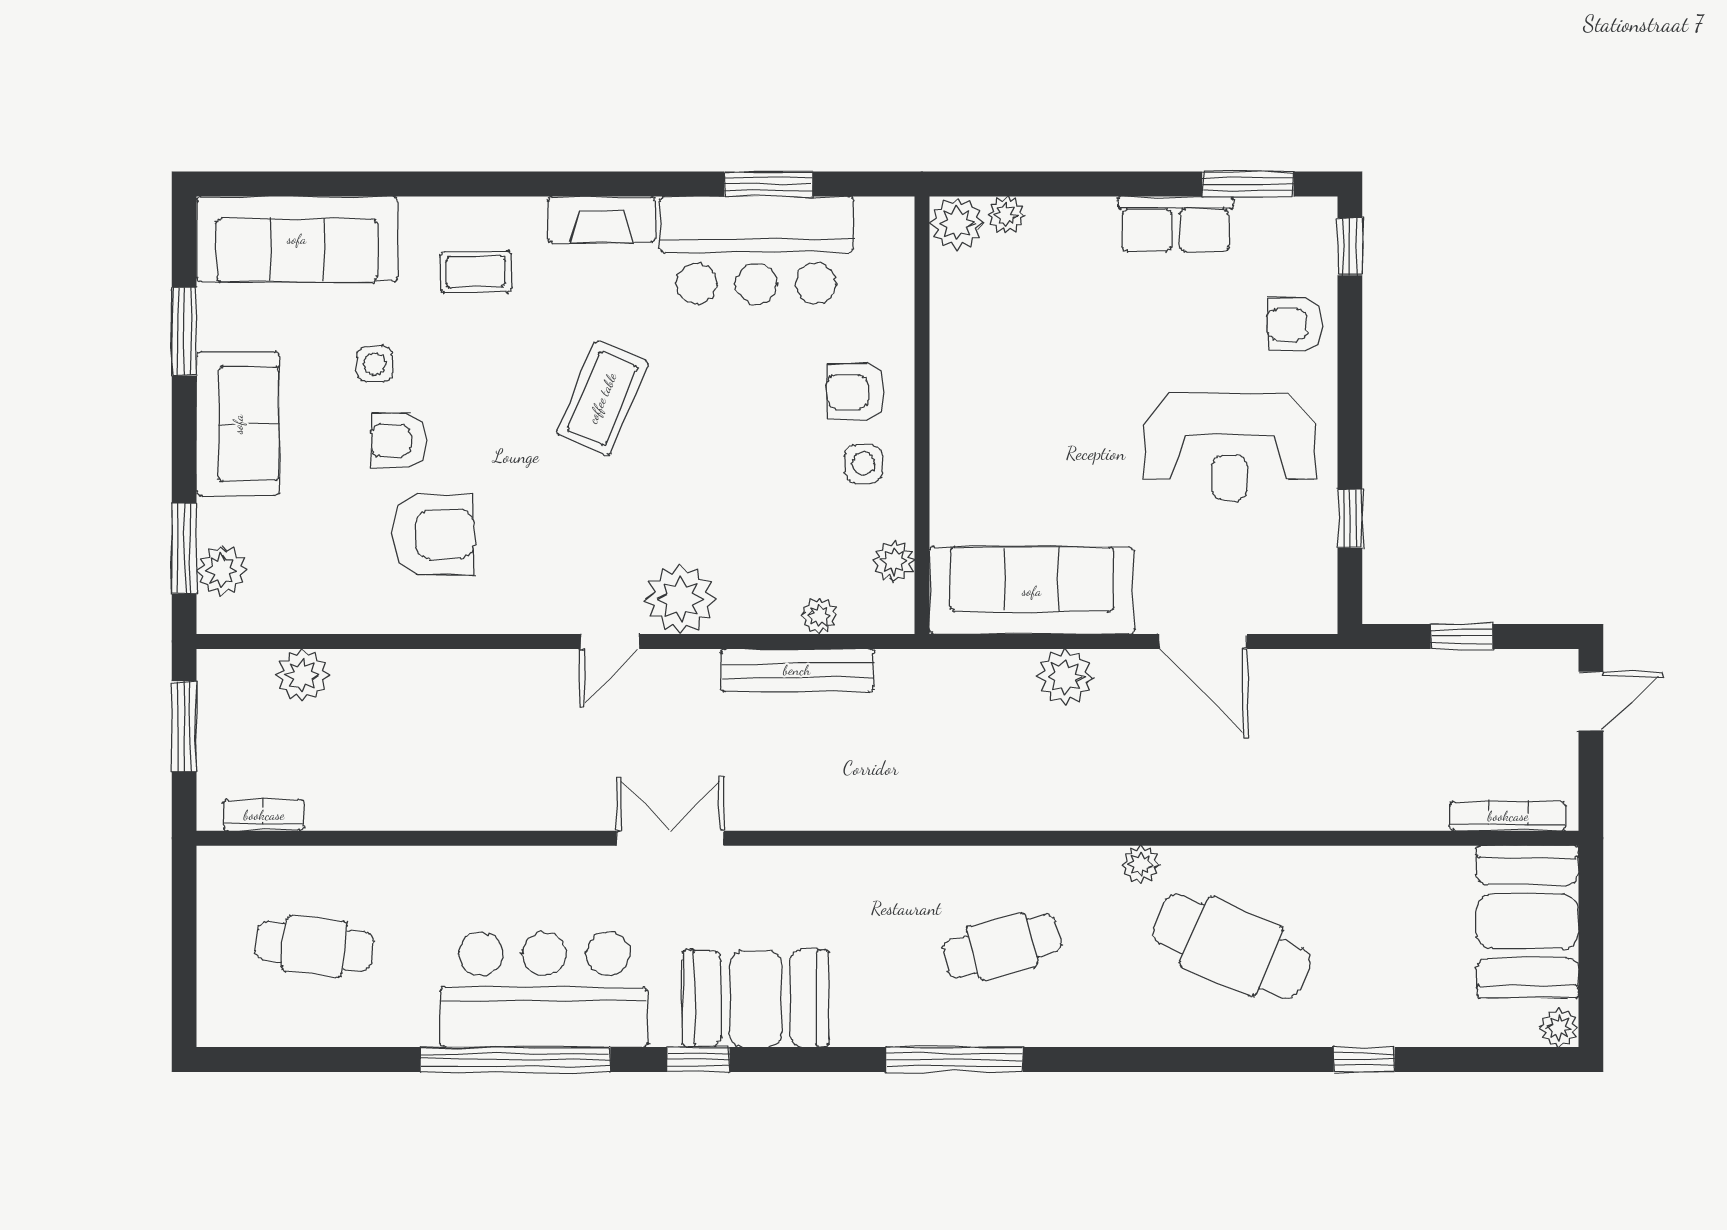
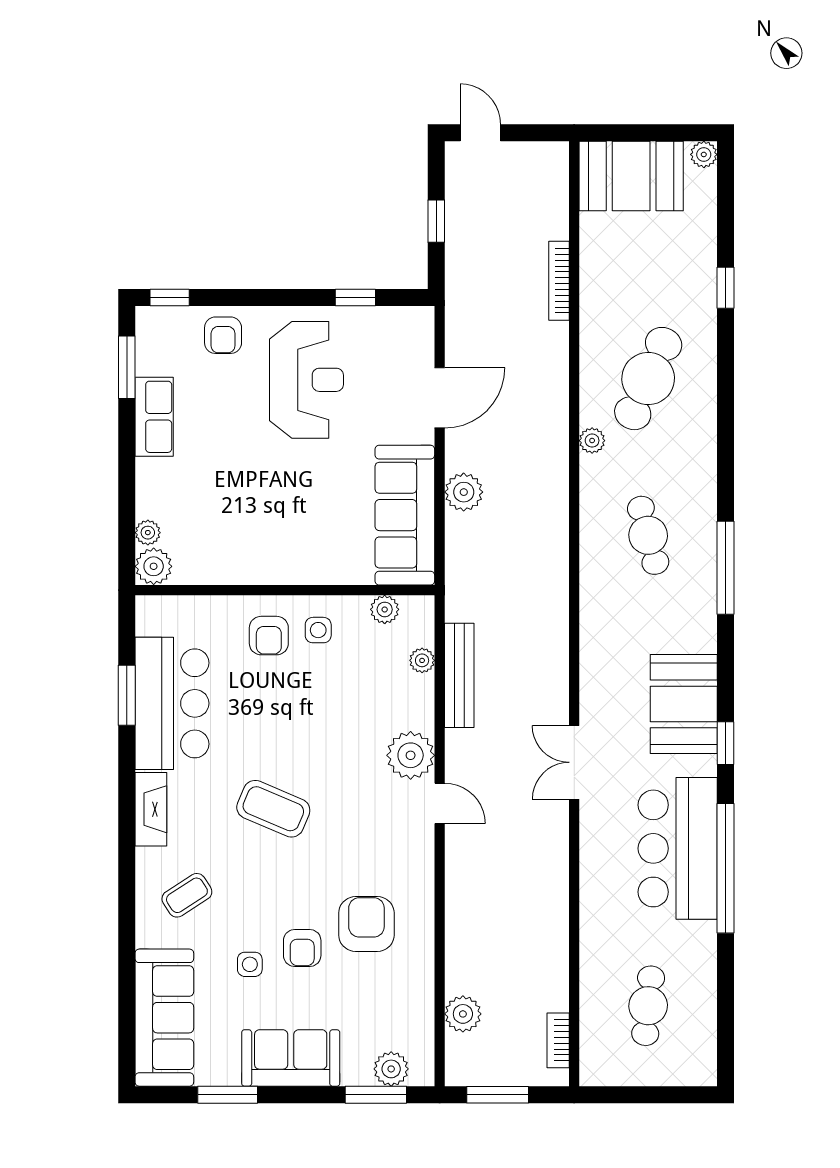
coffee table: (476, 272) -> (187, 895), turned 58
bookcase: (1508, 816) -> (559, 281), moved

